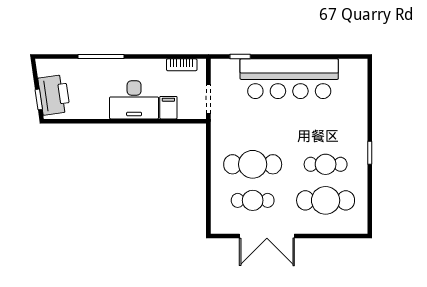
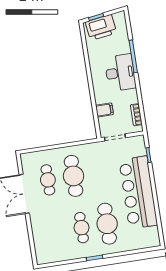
desk: (134, 100) -> (120, 73), moved, turned 180
cafe table: (326, 200) -> (107, 224), moved

